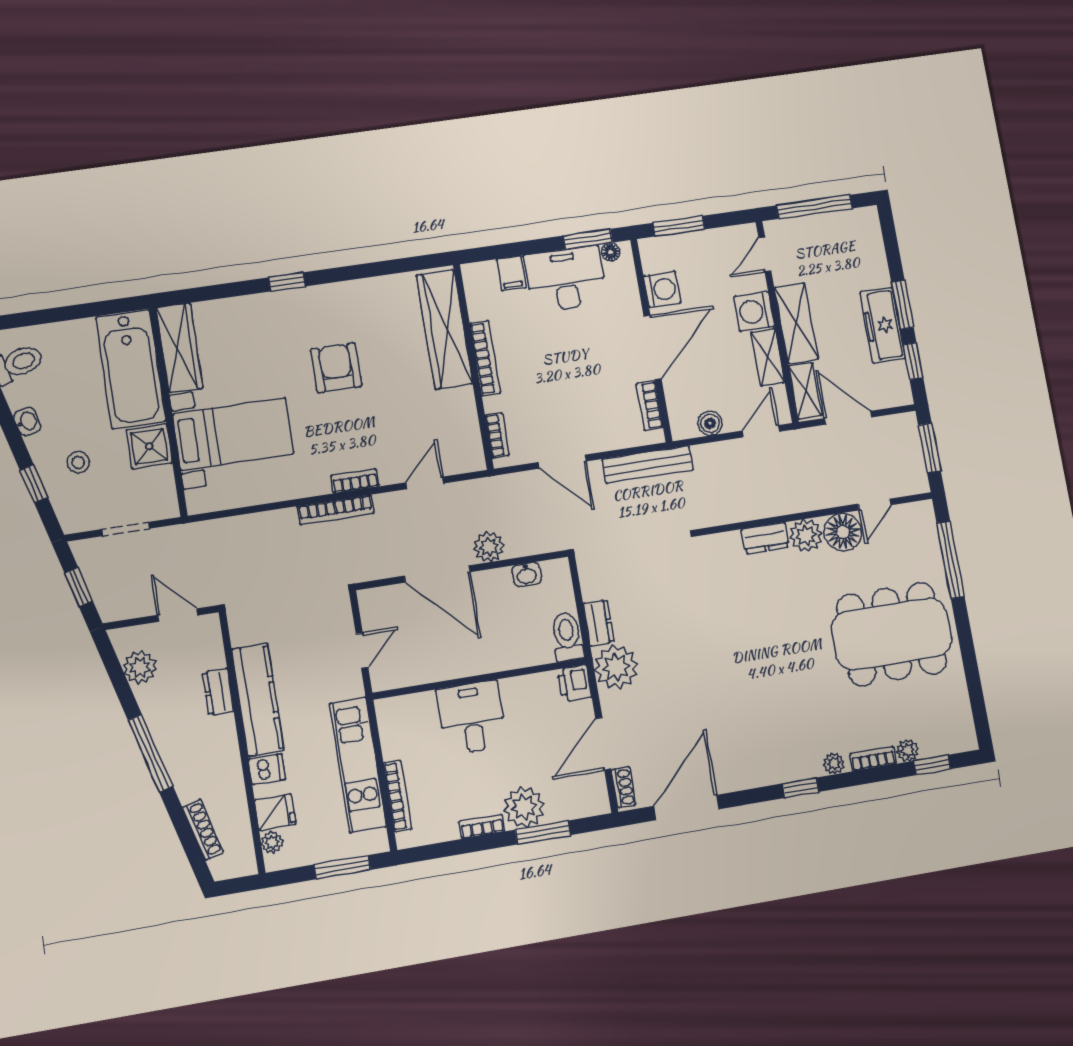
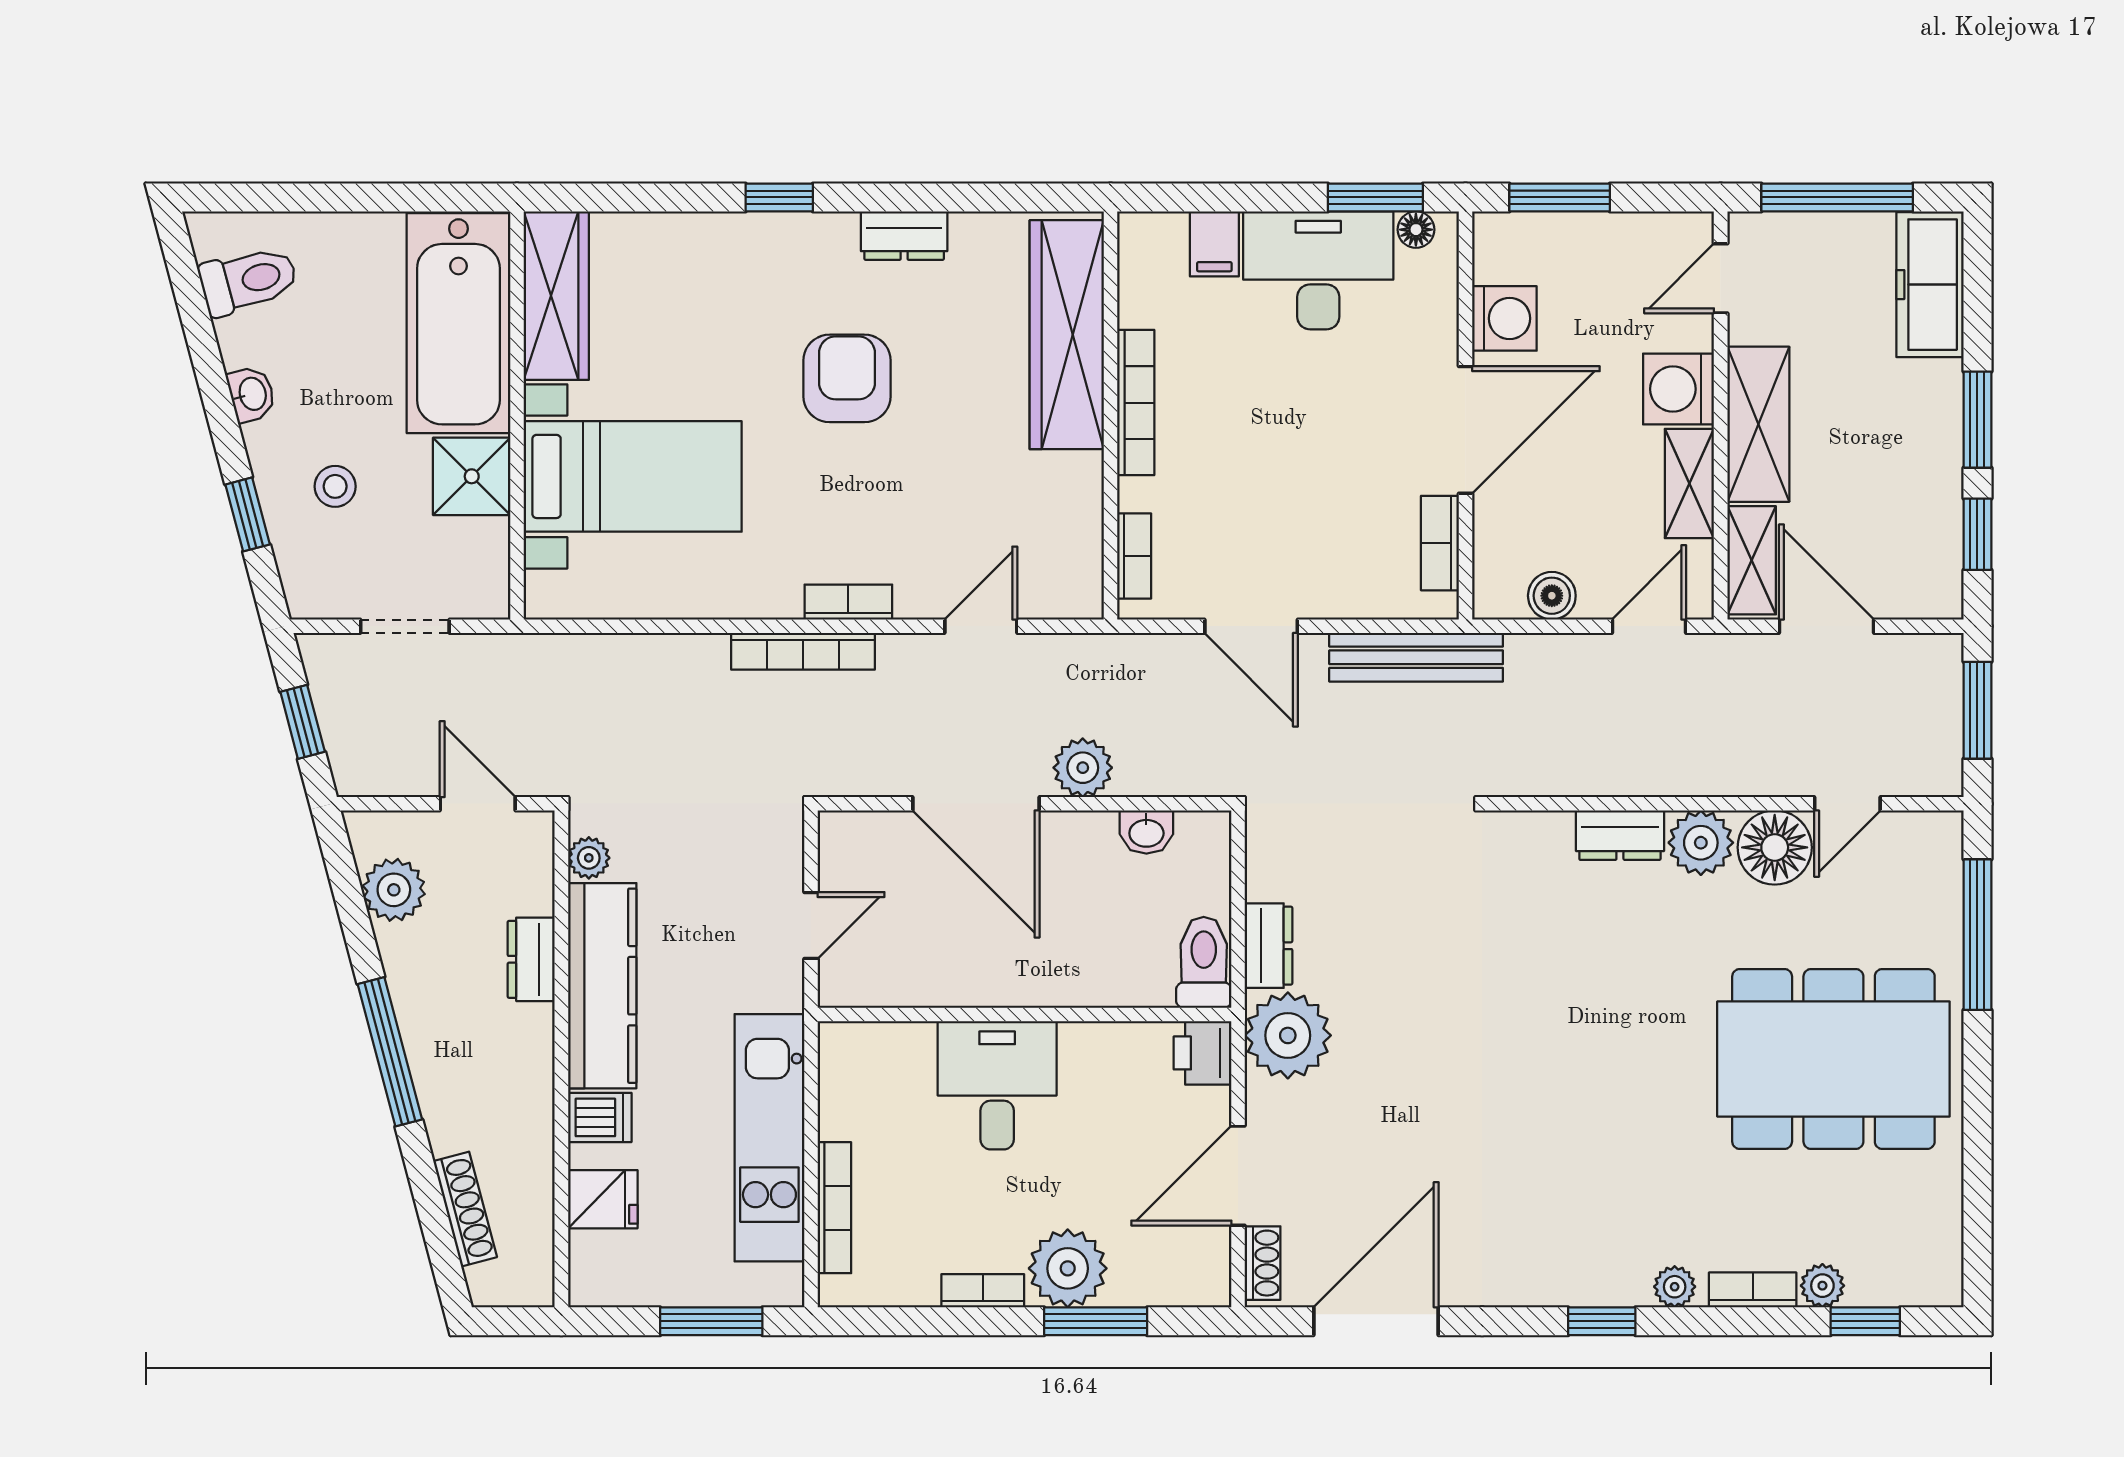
dresser: (354, 292) -> (904, 236), added
freezer: (883, 325) -> (1930, 285), moved
plant: (272, 842) -> (589, 858), moved

